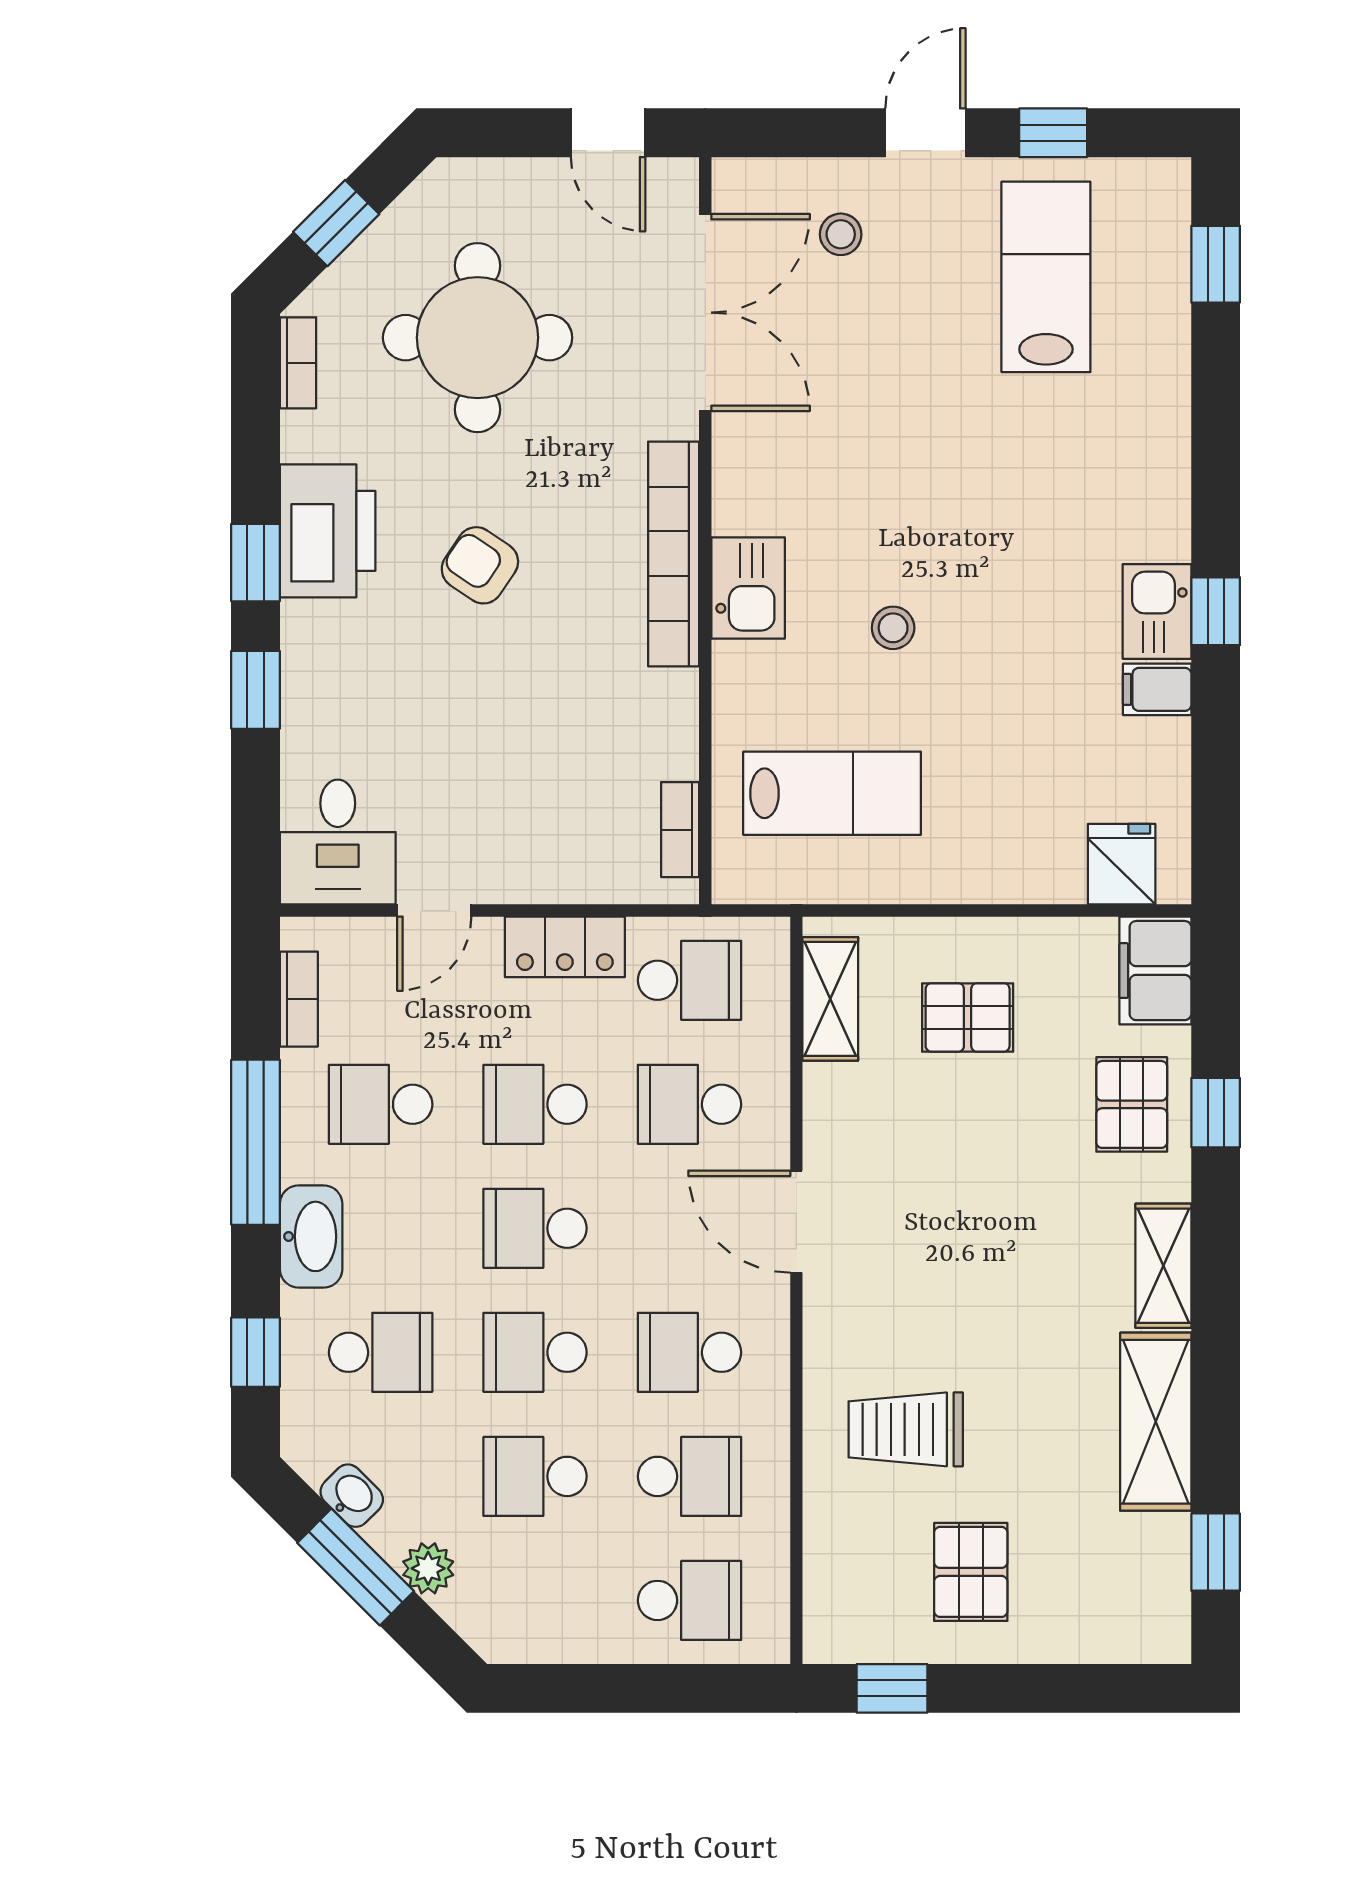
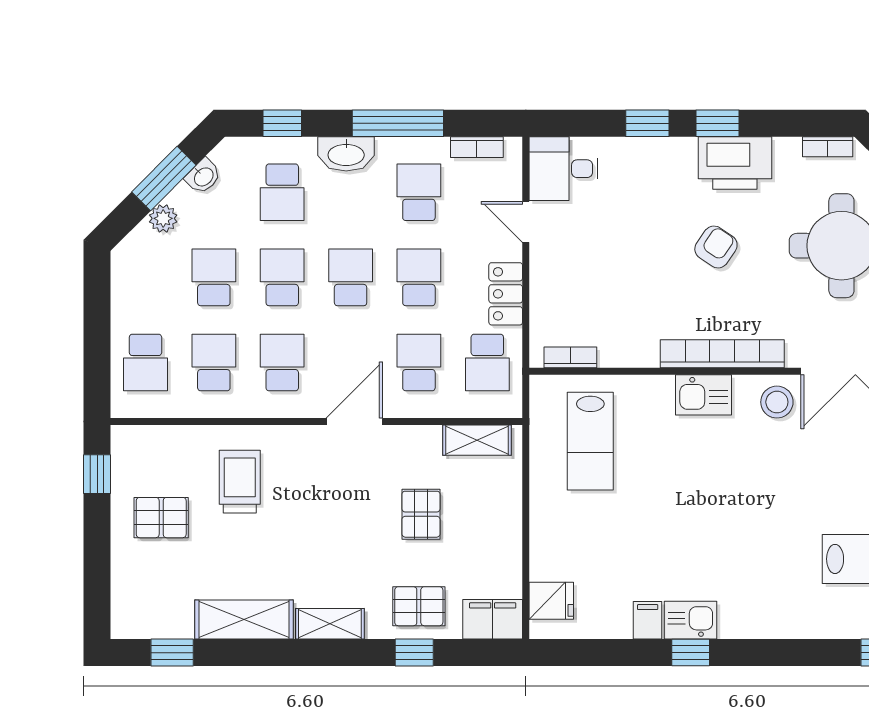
stool: (893, 628) -> (777, 402), moved, width x1.37, depth x1.37
pallet: (968, 1017) -> (421, 514), moved
school desk: (690, 1476) -> (214, 363), turned 180

